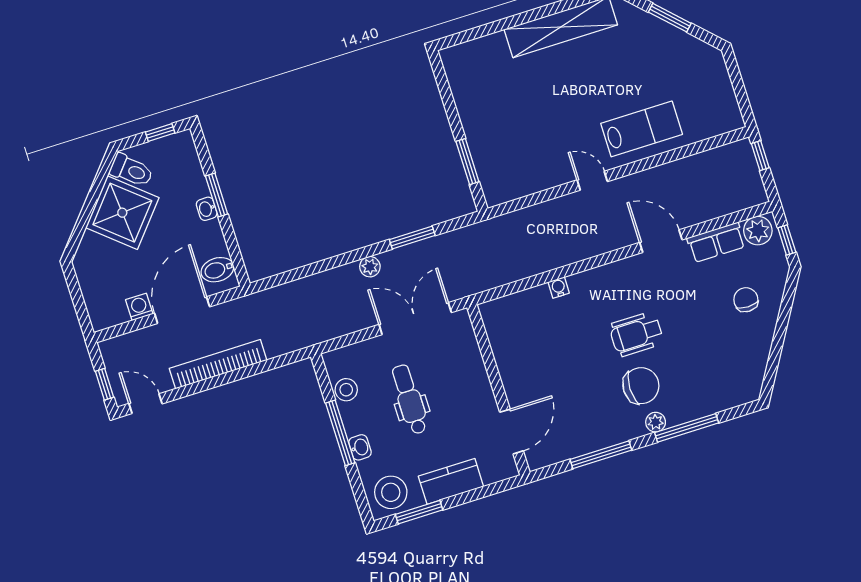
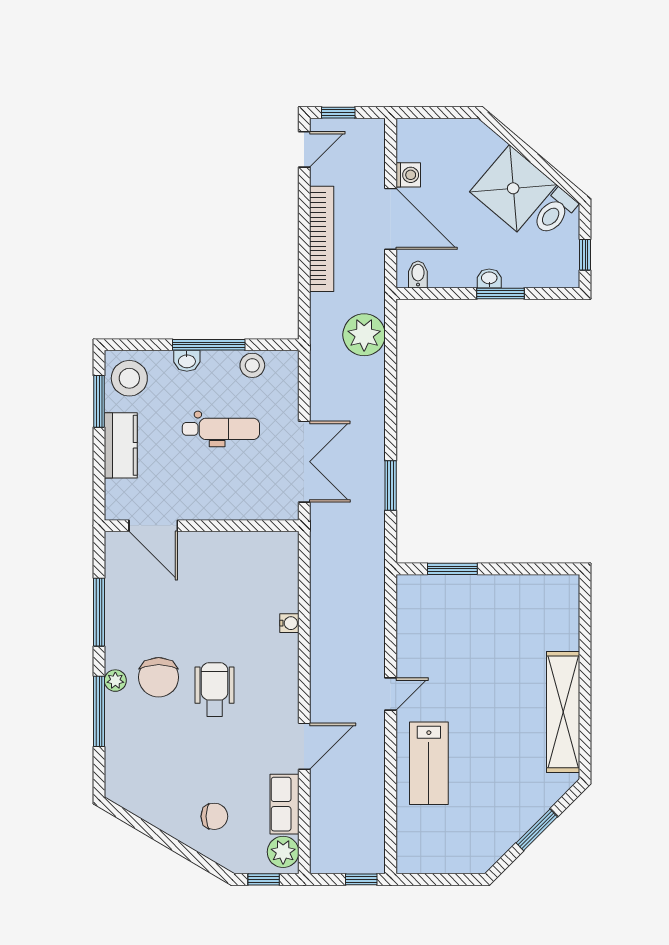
plant: (370, 267) -> (364, 335), moved, width x1.88, depth x1.88
bidet: (217, 270) -> (418, 274), width x0.72, depth x0.74

